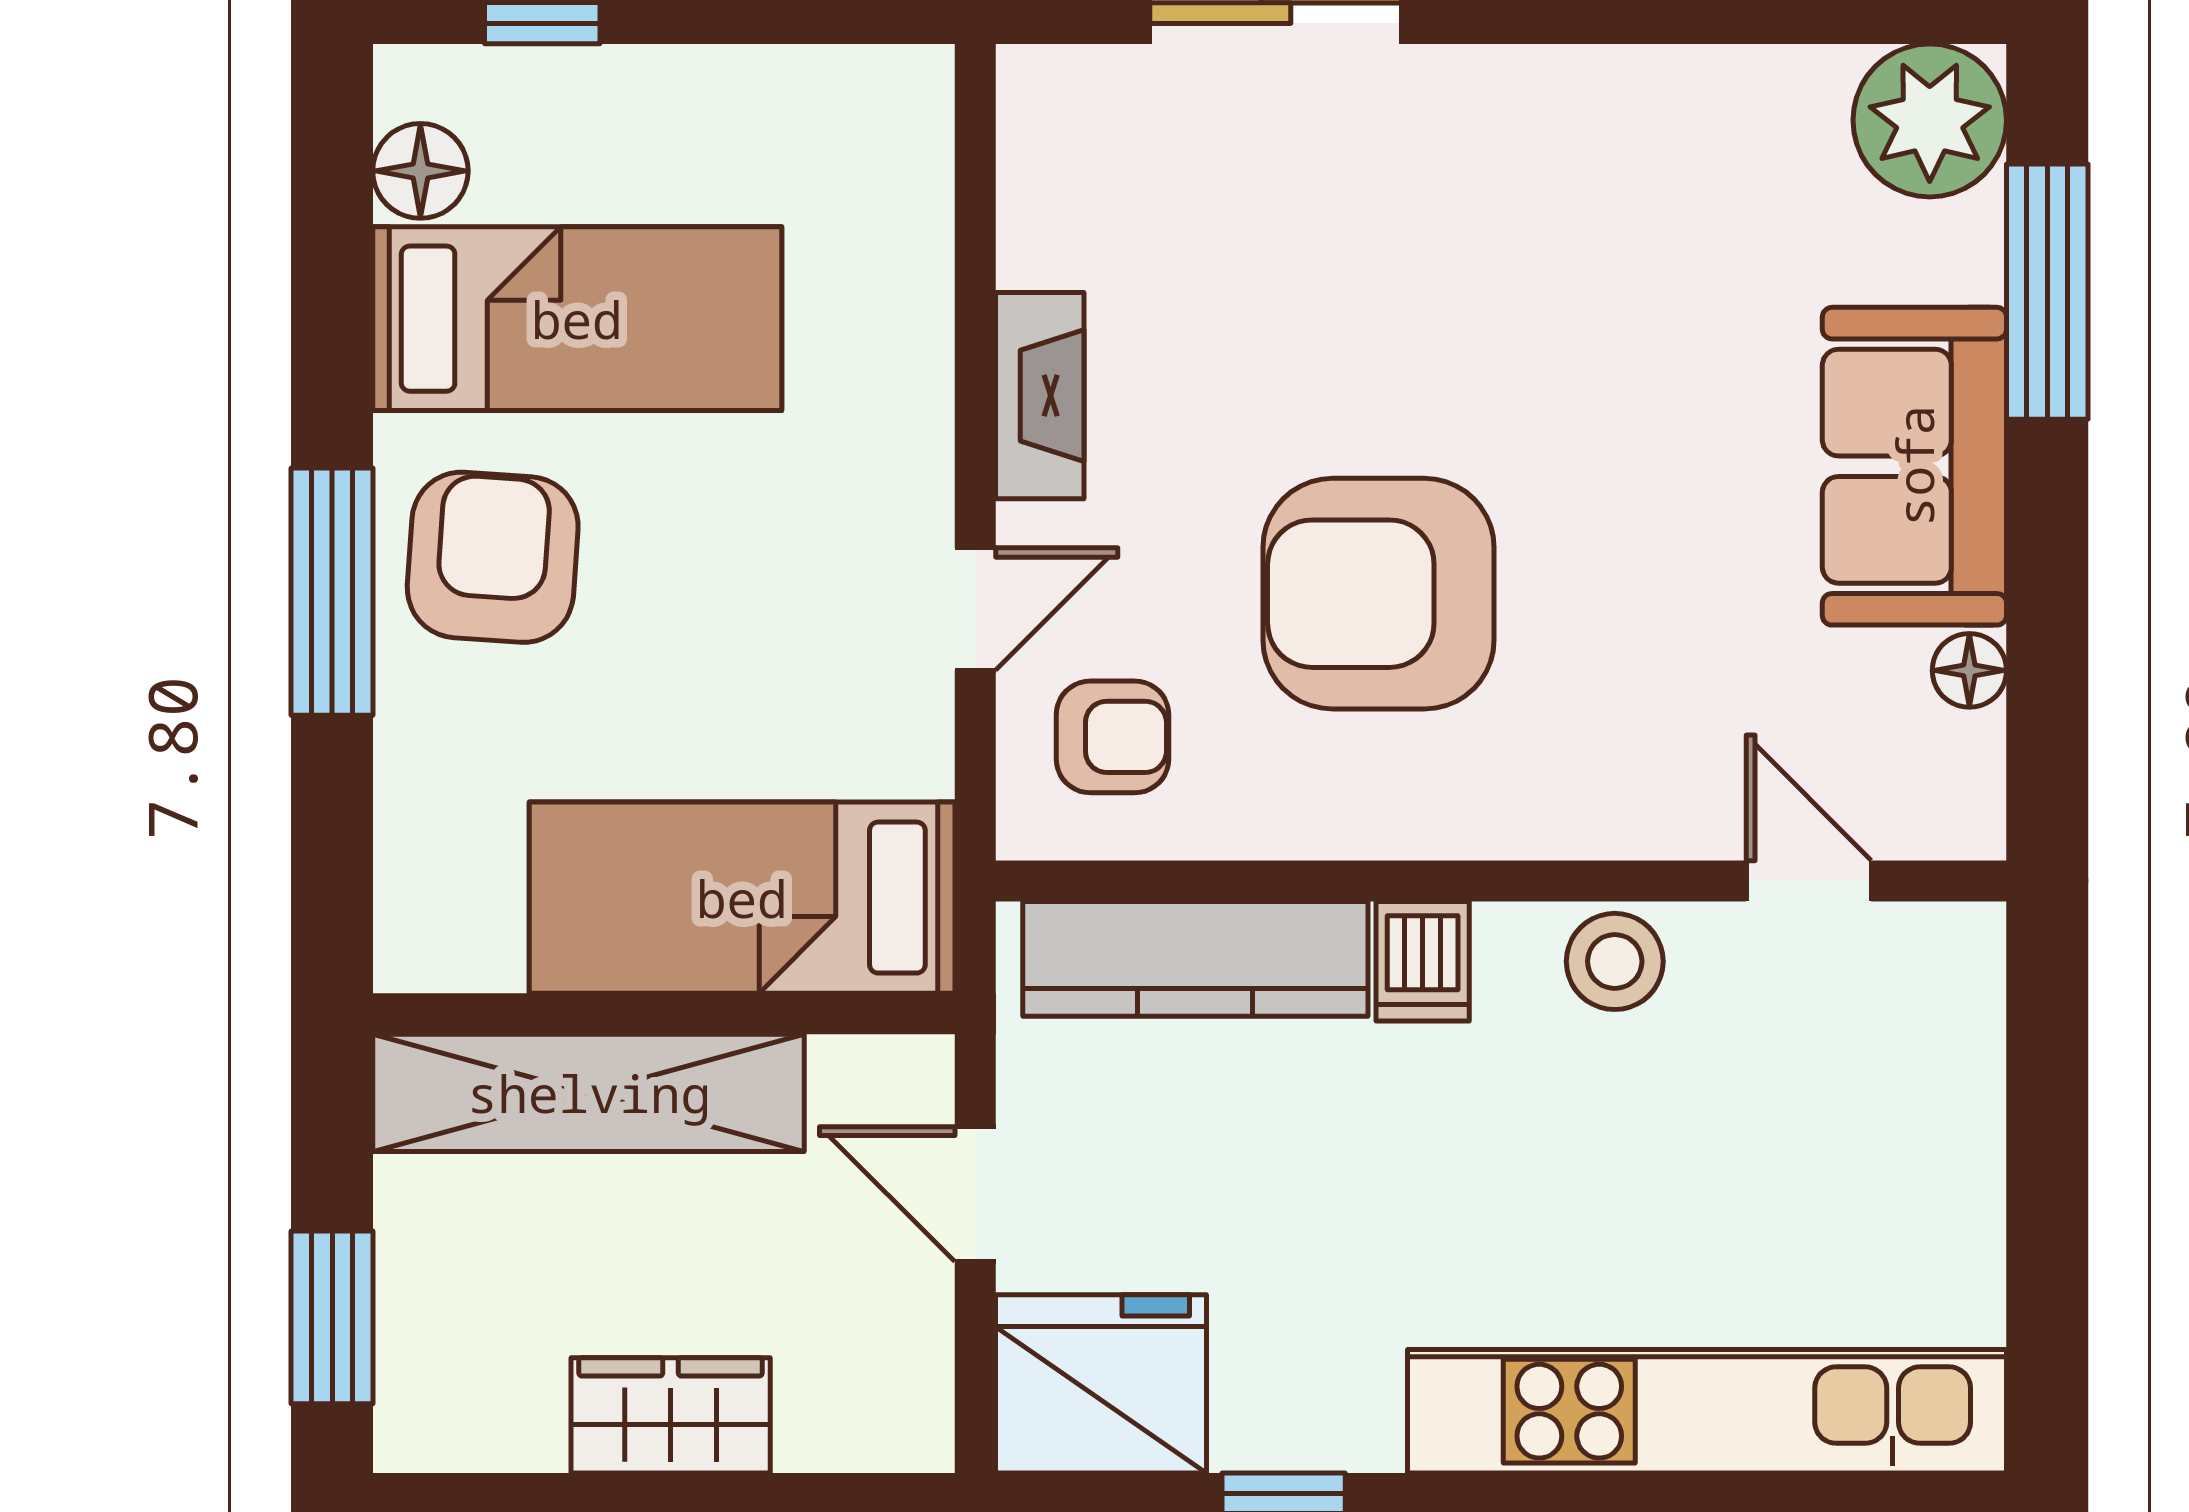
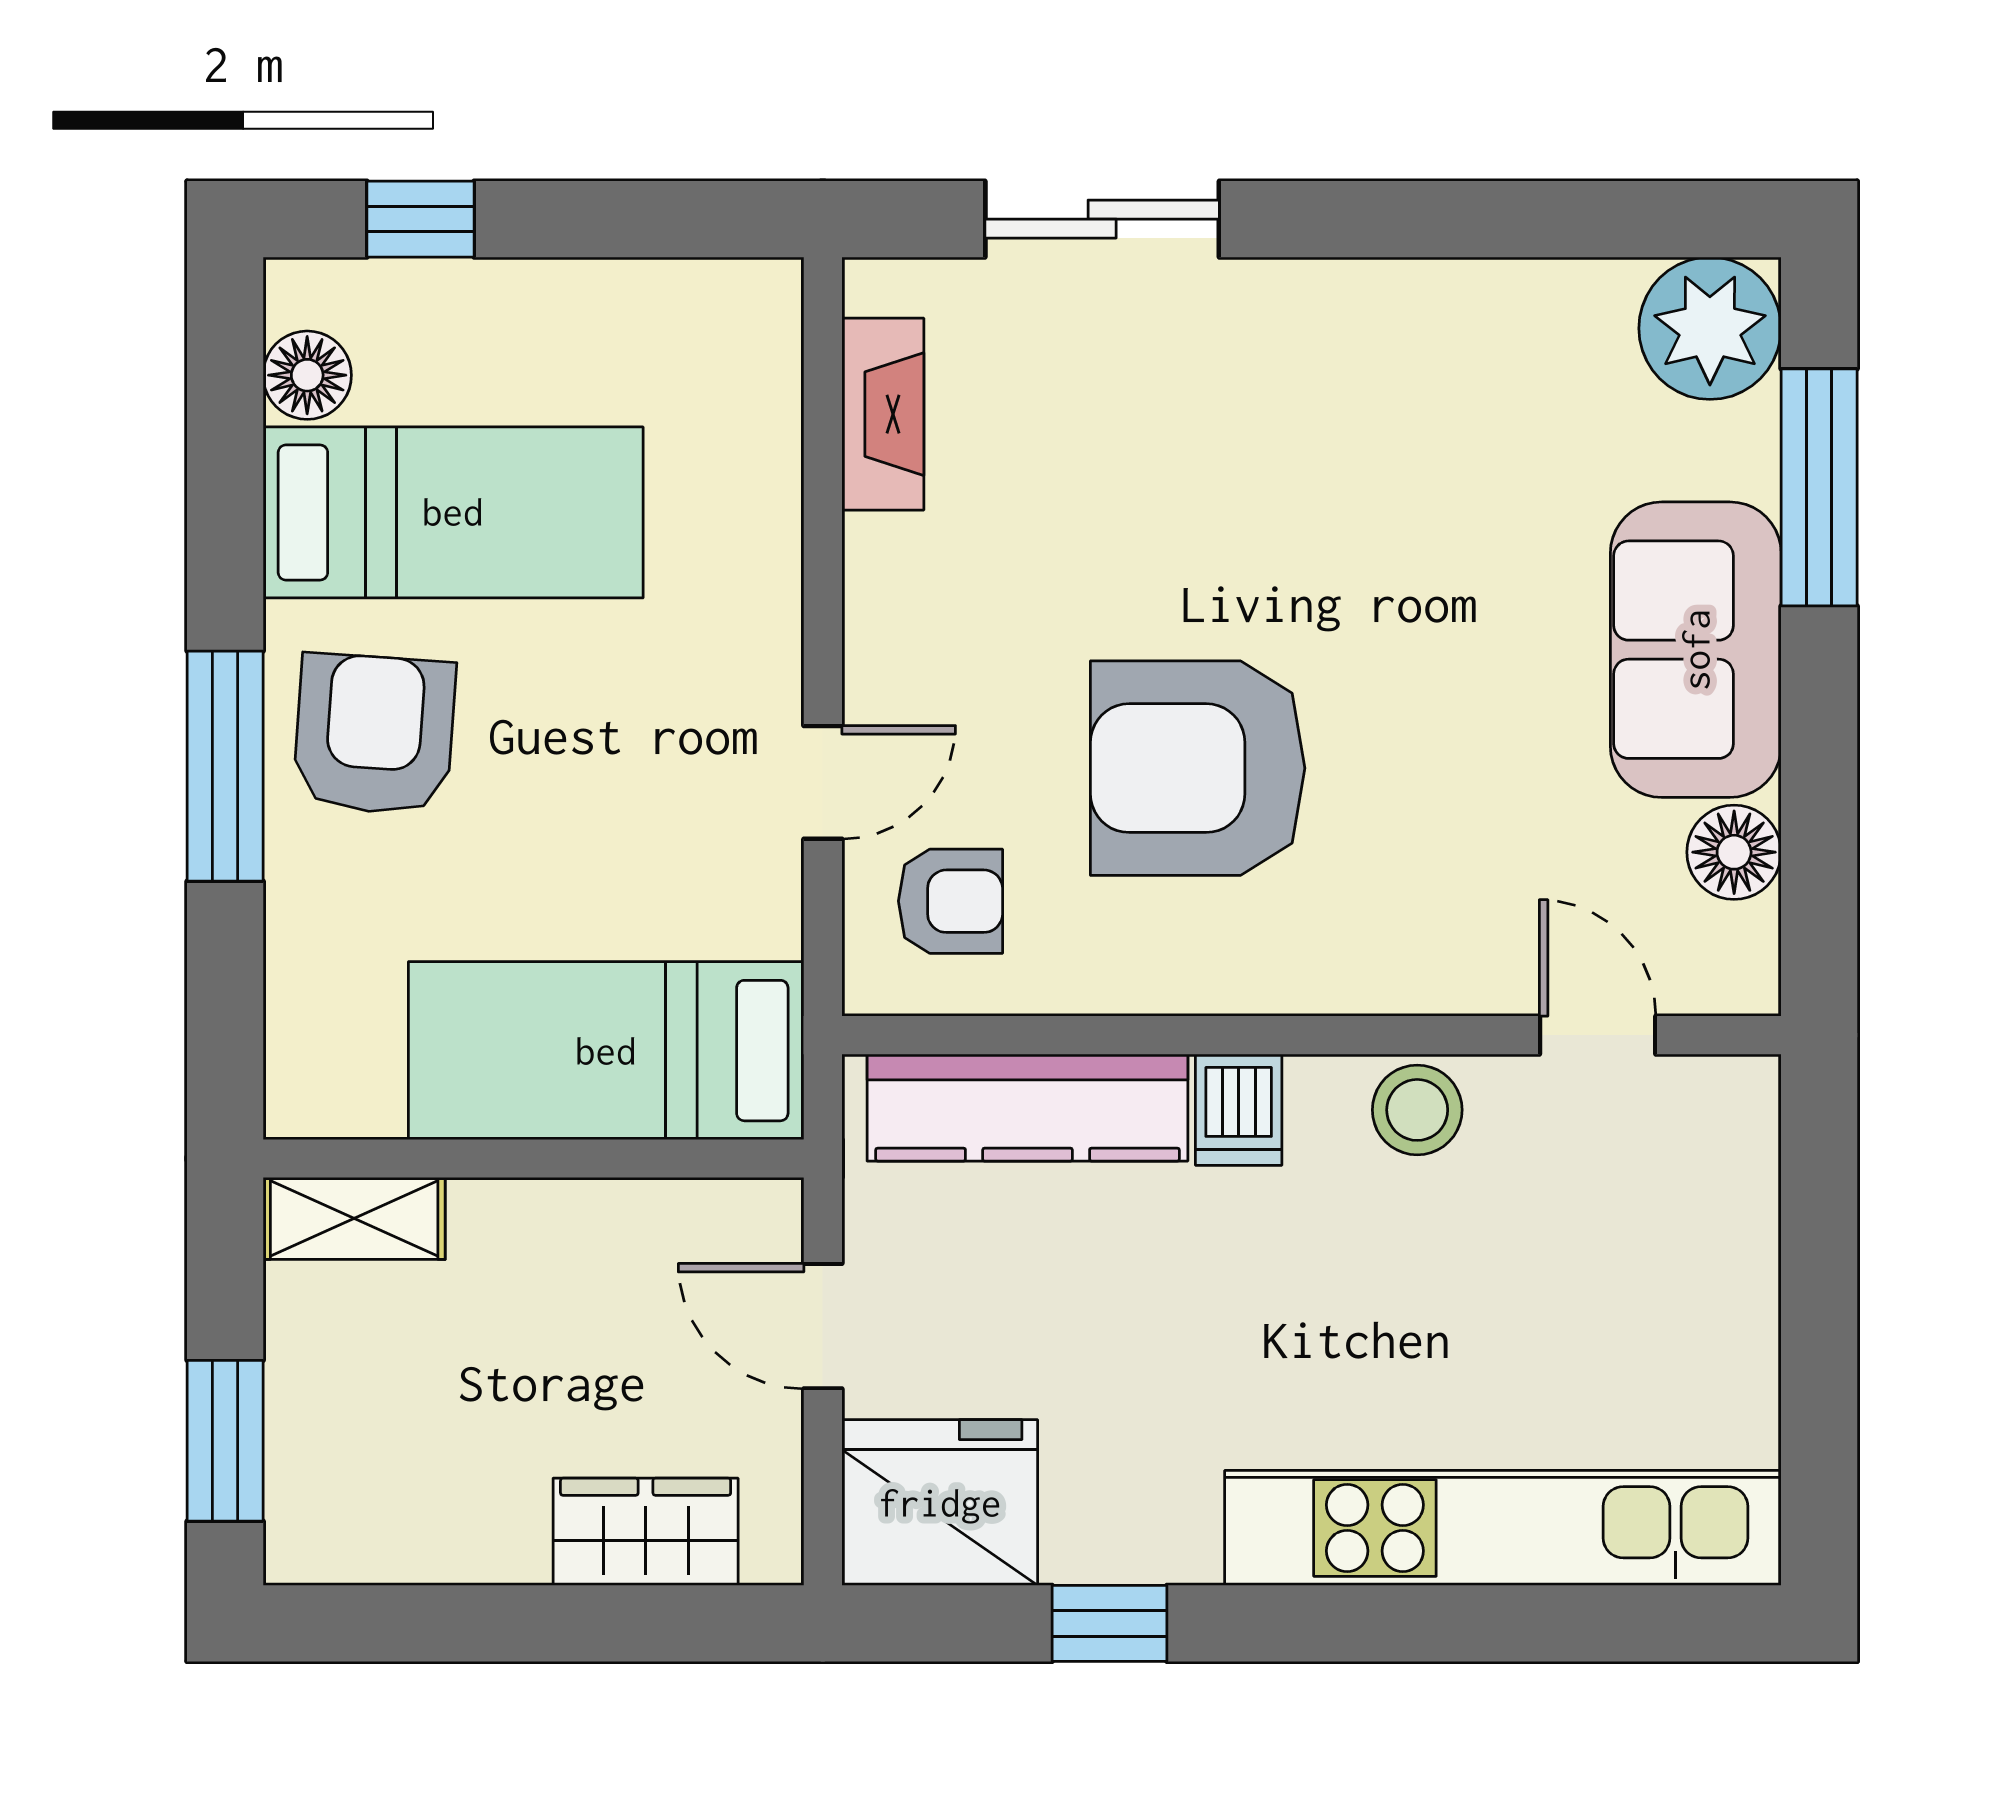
fireplace: (1040, 396) -> (883, 414), moved
floor lamp: (1969, 670) -> (1734, 852), width x1.37, depth x1.37
shelving: (589, 1093) -> (354, 1218), width x0.45, depth x0.75
wardrobe: (671, 1415) -> (646, 1532), moved

